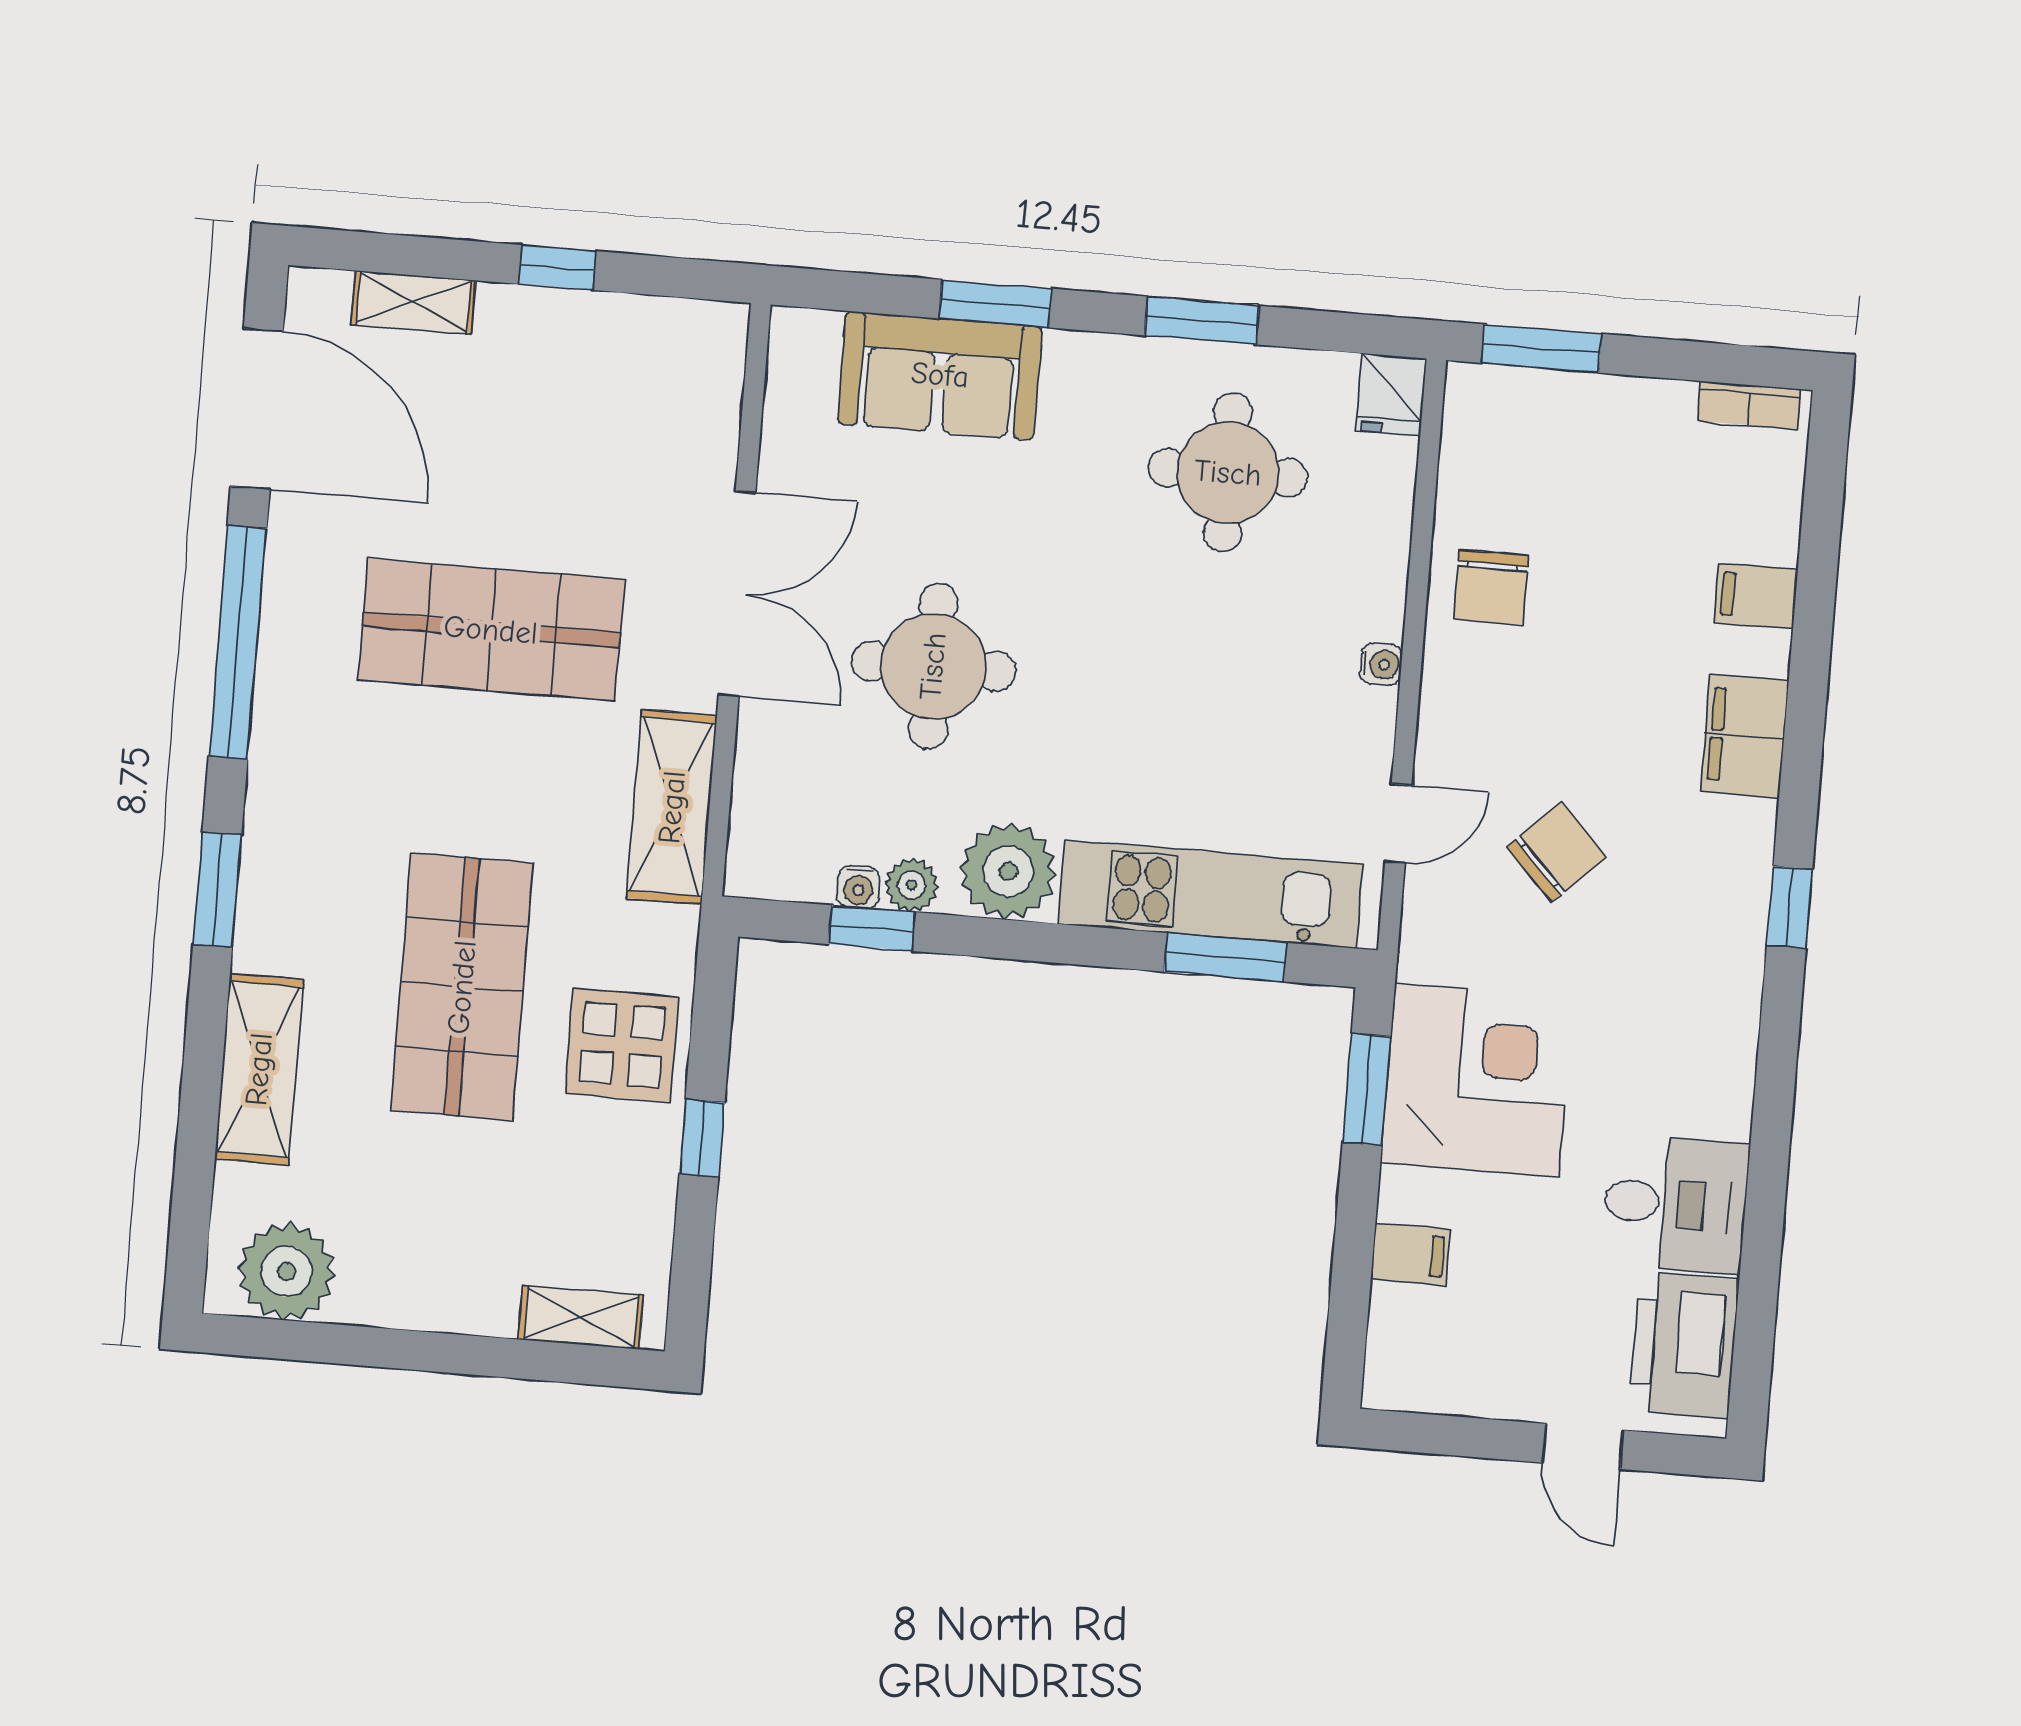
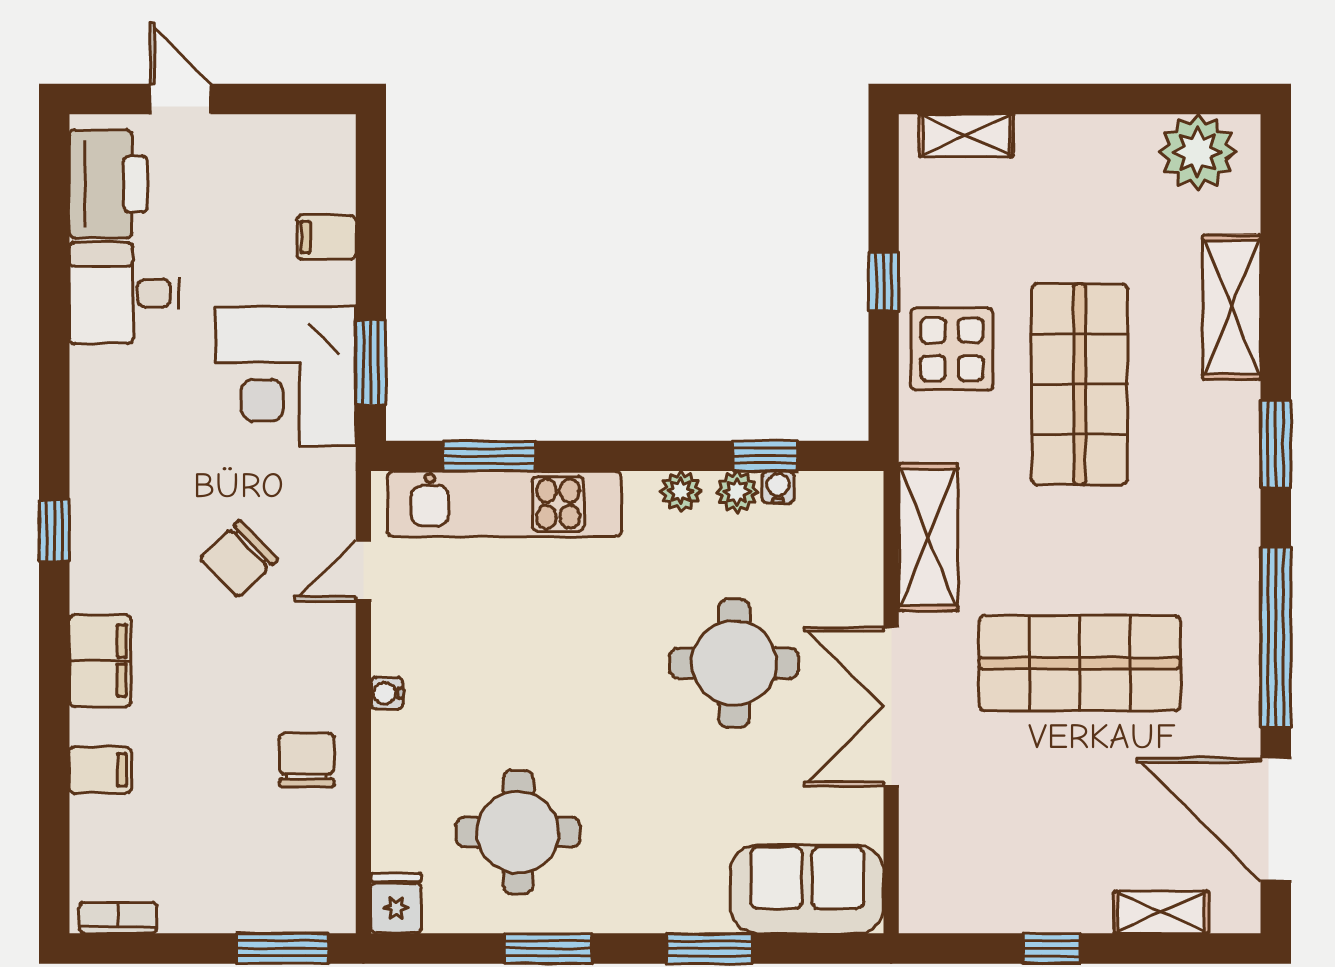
sofa: (940, 375) -> (807, 889), moved
plant: (1008, 871) -> (681, 491), width x0.53, depth x0.53

